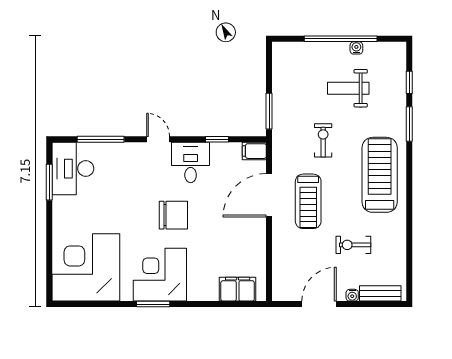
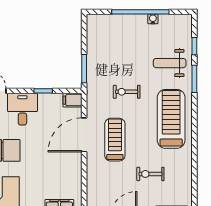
weight bench: (348, 88) -> (170, 63), moved
exercise bike: (323, 140) -> (127, 92), turned -90
treadmill: (308, 201) -> (115, 140), turned 180

